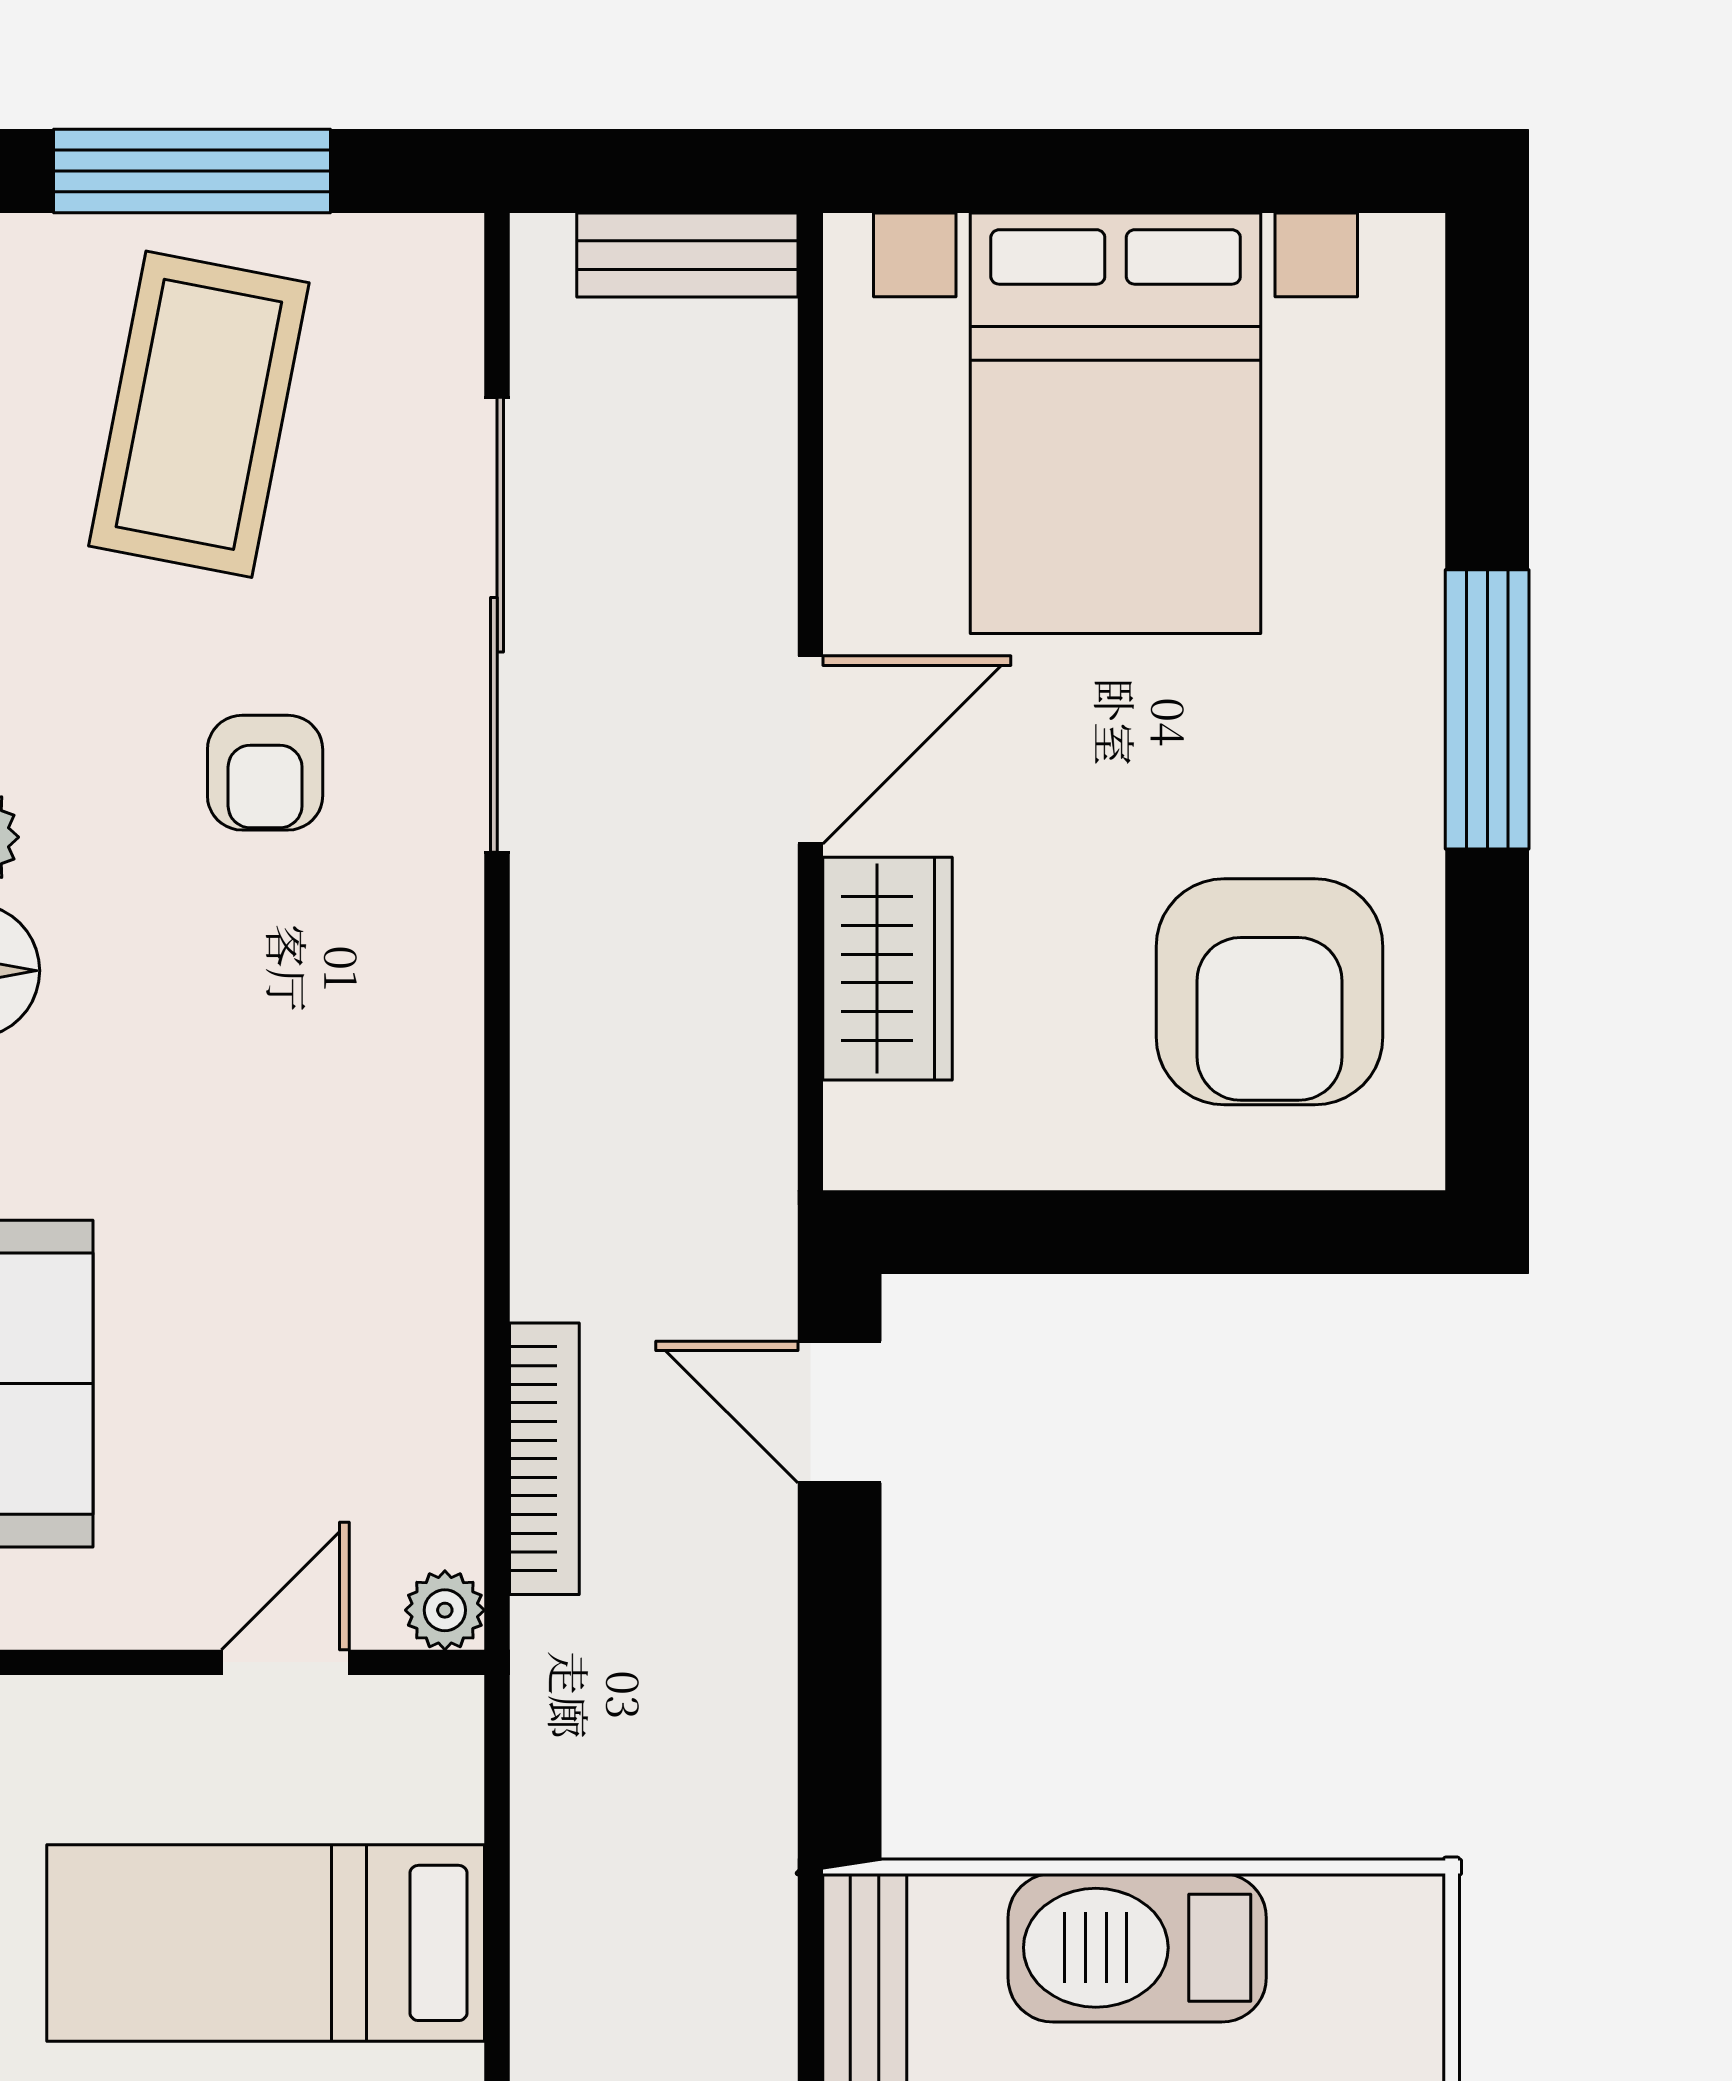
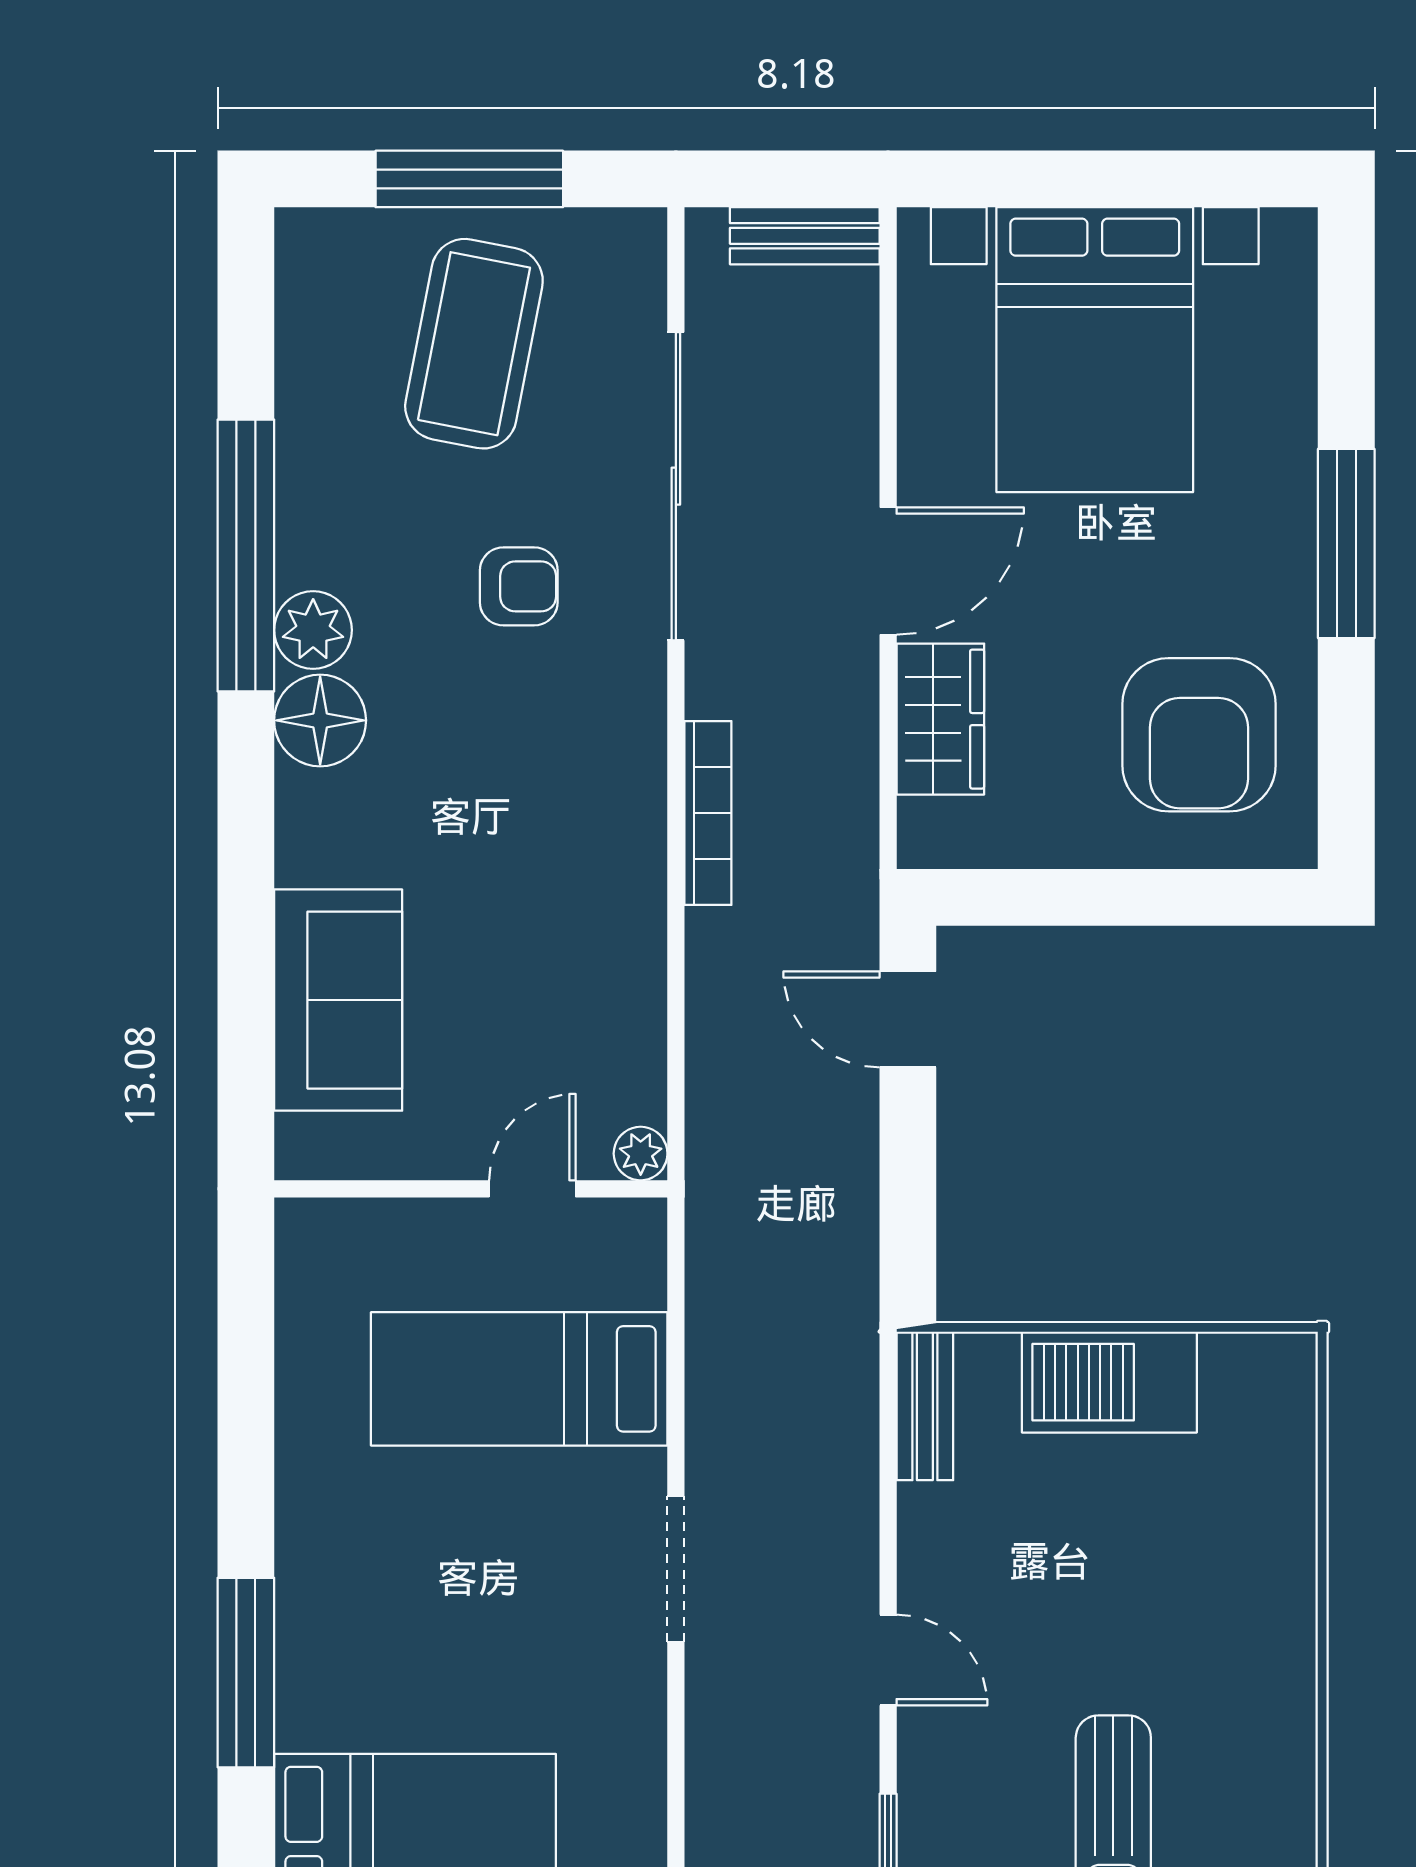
armchair: (265, 773) -> (519, 586), turned -90
bookcase: (544, 1459) -> (708, 813), moved

